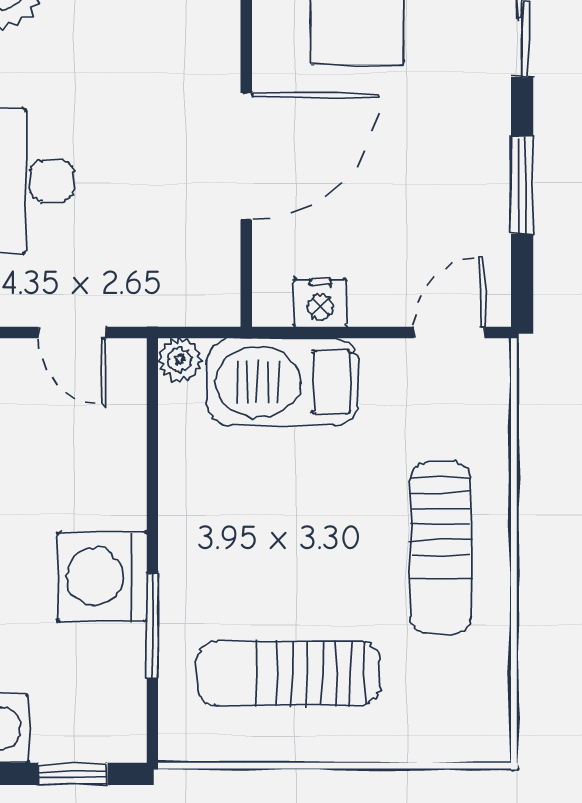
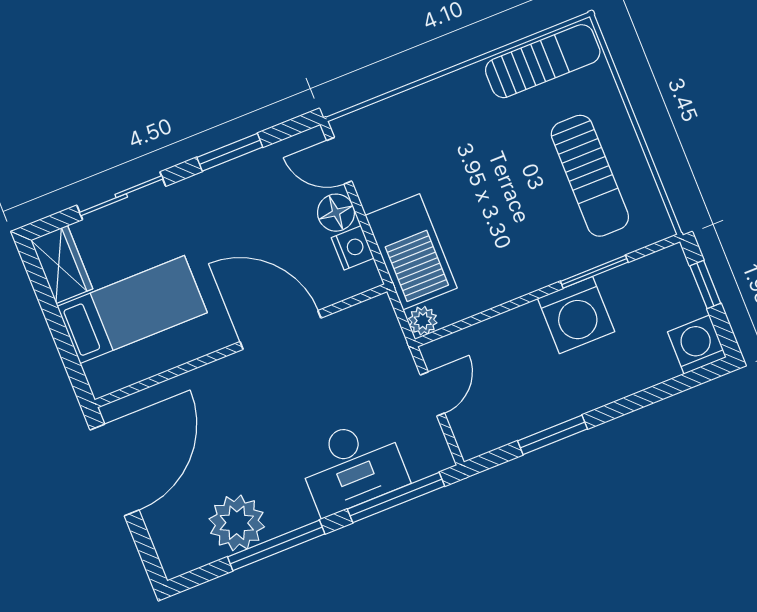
floor lamp: (379, 299) -> (336, 213), added
sun lounger: (440, 548) -> (543, 61), moved

